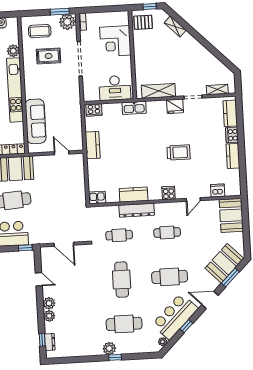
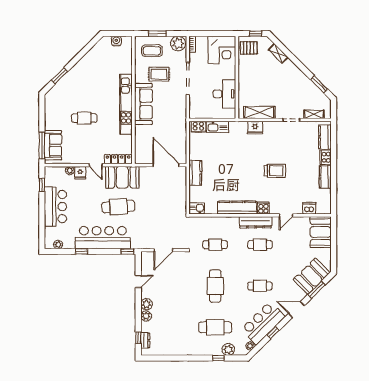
window: (60, 12) -> (157, 34), moved
corner desk: (115, 41) -> (222, 50), moved, turned -90
plant: (13, 51) -> (126, 68), removed
window: (221, 57) -> (319, 84), added
desk: (115, 88) -> (224, 94), moved, turned -90
fridge: (175, 106) -> (255, 128), moved
kitchen sink: (134, 108) -> (217, 127), moved
sofa: (36, 121) -> (143, 104), moved
kitchen counter: (93, 145) -> (195, 173), moved
door: (62, 153) -> (166, 165), width x1.88
kitchen counter: (134, 195) -> (237, 208), width x1.50
dresser: (137, 210) -> (255, 222), moved
door: (64, 244) -> (163, 250), hinge flipped
cafe table: (170, 277) -> (260, 286), width x0.73, depth x0.74
door: (39, 279) -> (138, 281), hinge flipped
plant: (109, 348) -> (228, 349), moved
window: (115, 357) -> (218, 358), moved

